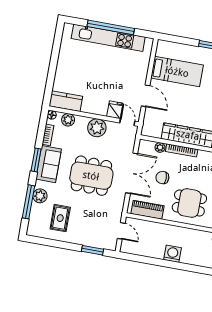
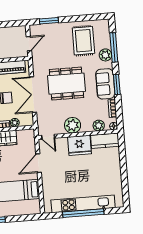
door: (146, 96) -> (39, 163), hinge flipped
fridge: (115, 110) -> (79, 145), moved, width x1.88, depth x1.34
rug: (60, 218) -> (83, 41), width x1.36, depth x1.43
door: (121, 231) -> (29, 44), swing flipped

